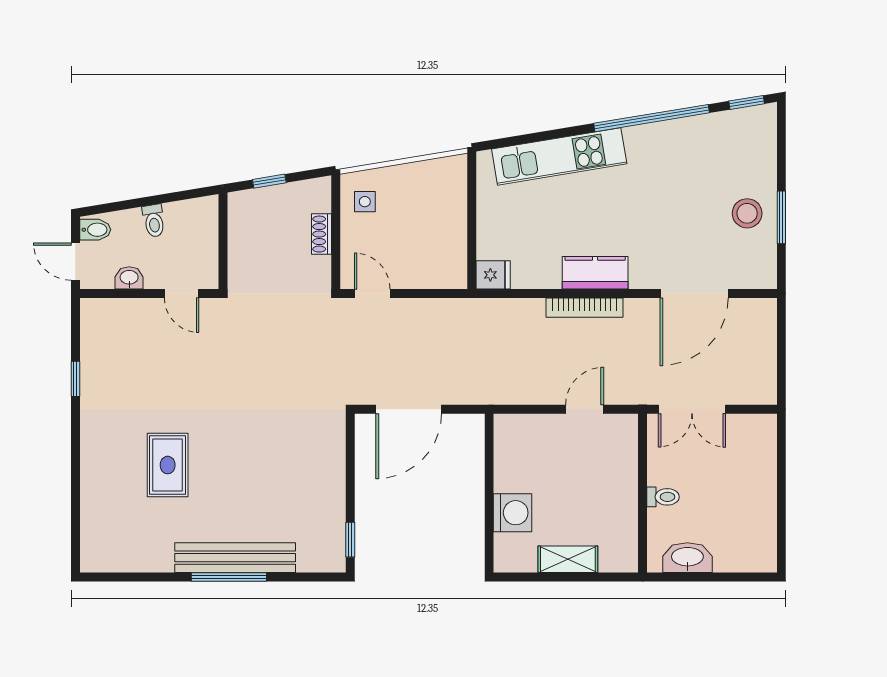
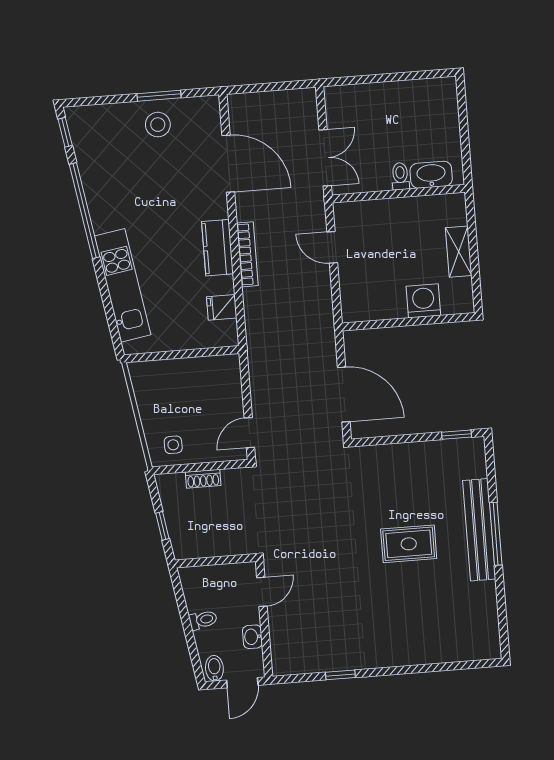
fridge: (493, 275) -> (222, 307), moved, turned -90
rug: (168, 465) -> (409, 544), moved
washbasin: (687, 558) -> (431, 175), moved, turned 90

